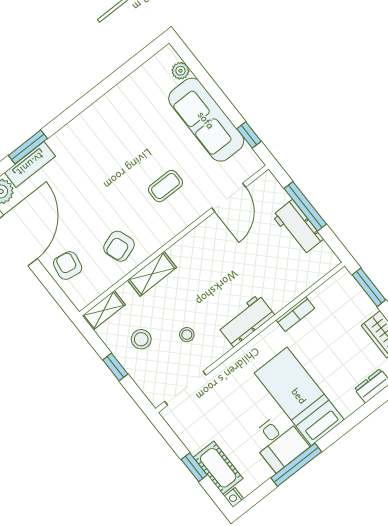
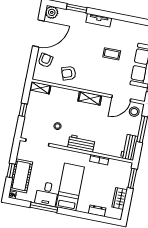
tv unit: (30, 164) -> (99, 20), moved
coffee table: (165, 186) -> (112, 54), moved
workbench: (298, 227) -> (129, 147), moved
shelving: (152, 274) -> (90, 98), moved
stool: (141, 339) -> (134, 112), moved
cot: (218, 468) -> (21, 176), width x1.37, depth x1.34

